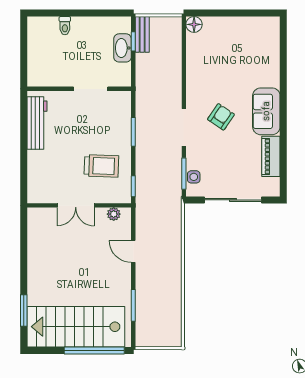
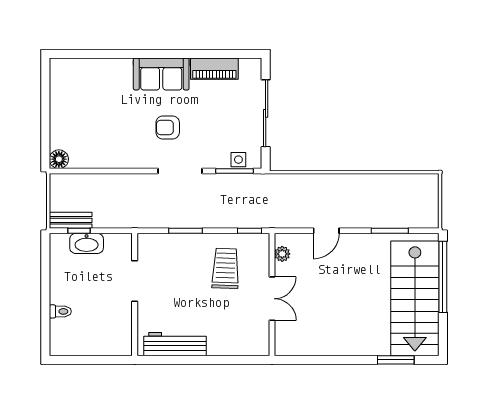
armchair: (221, 117) -> (168, 127), turned -34

